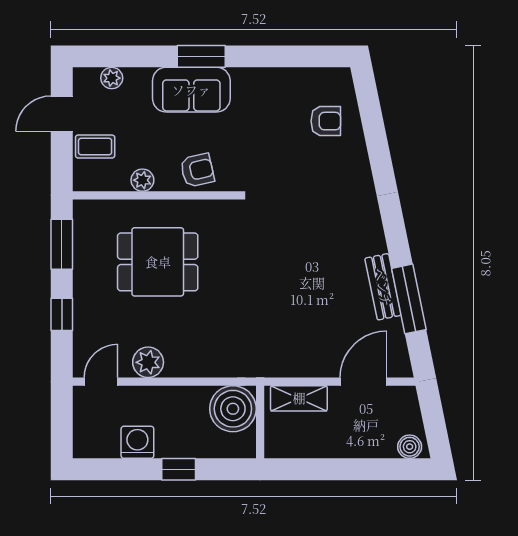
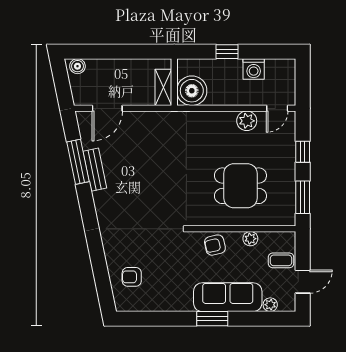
sofa: (191, 90) -> (228, 297), width x1.36
shelving: (299, 398) -> (163, 87), moved, turned 90

